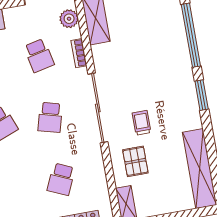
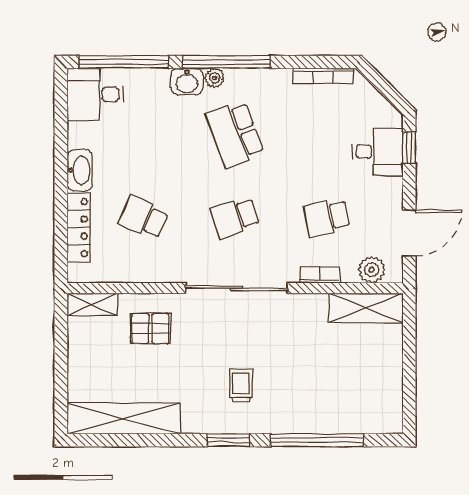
school desk: (50, 117) -> (235, 217), turned -33
trolley: (142, 123) -> (241, 386), moved, turned -90

